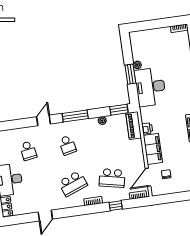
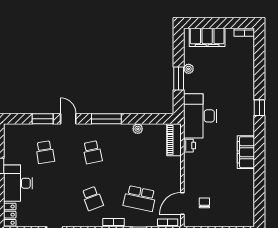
desk: (150, 87) -> (200, 116), moved
window: (119, 110) -> (43, 119), moved
door: (44, 120) -> (68, 119), hinge flipped
filing cabinet: (153, 149) -> (207, 37), moved, turned 90
school desk: (73, 184) -> (92, 198), width x0.54

